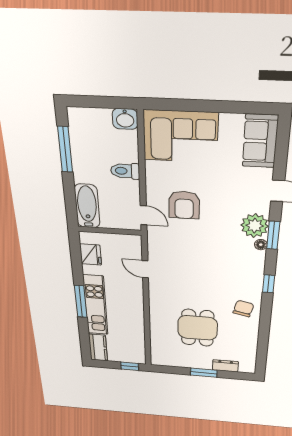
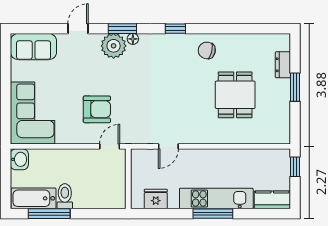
toilet: (125, 171) -> (65, 196), moved, turned 180
bathtub: (87, 206) -> (34, 198), moved
dining table: (198, 328) -> (235, 95), turned 90

